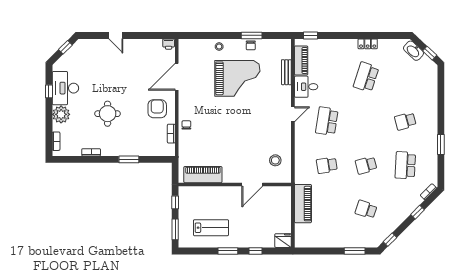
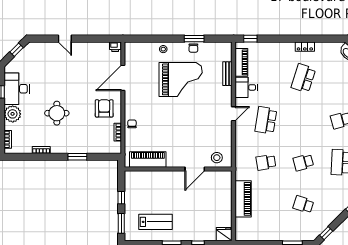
piano: (203, 175) -> (148, 160), moved
wall: (235, 185) -> (178, 169), moved
door: (252, 185) -> (195, 169), moved

